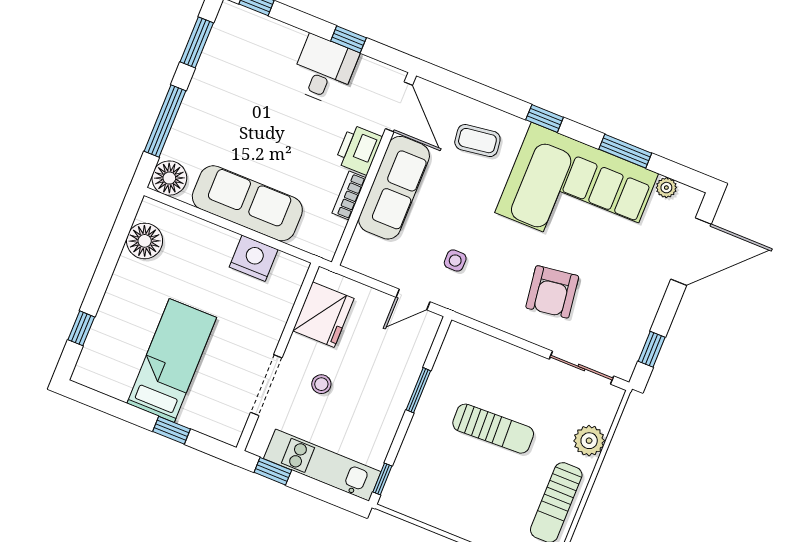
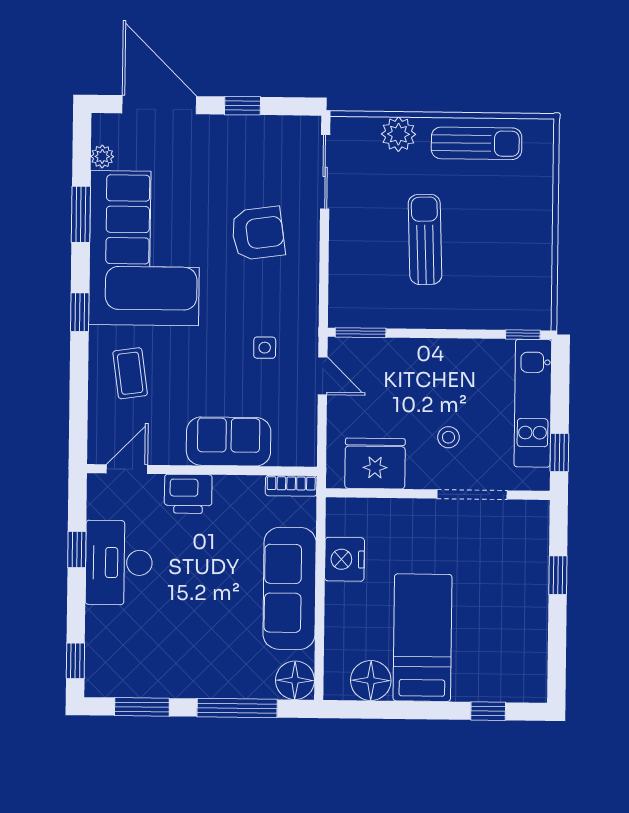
desk: (324, 70) -> (119, 563), width x1.37
door: (399, 107) -> (127, 469), width x0.73
sofa: (394, 188) -> (229, 441), width x0.73
bookcase: (349, 195) -> (291, 486), moved
window: (652, 349) -> (242, 106), moved
bed: (172, 360) -> (423, 638), moved, turned 90
window: (418, 390) -> (361, 333), moved

